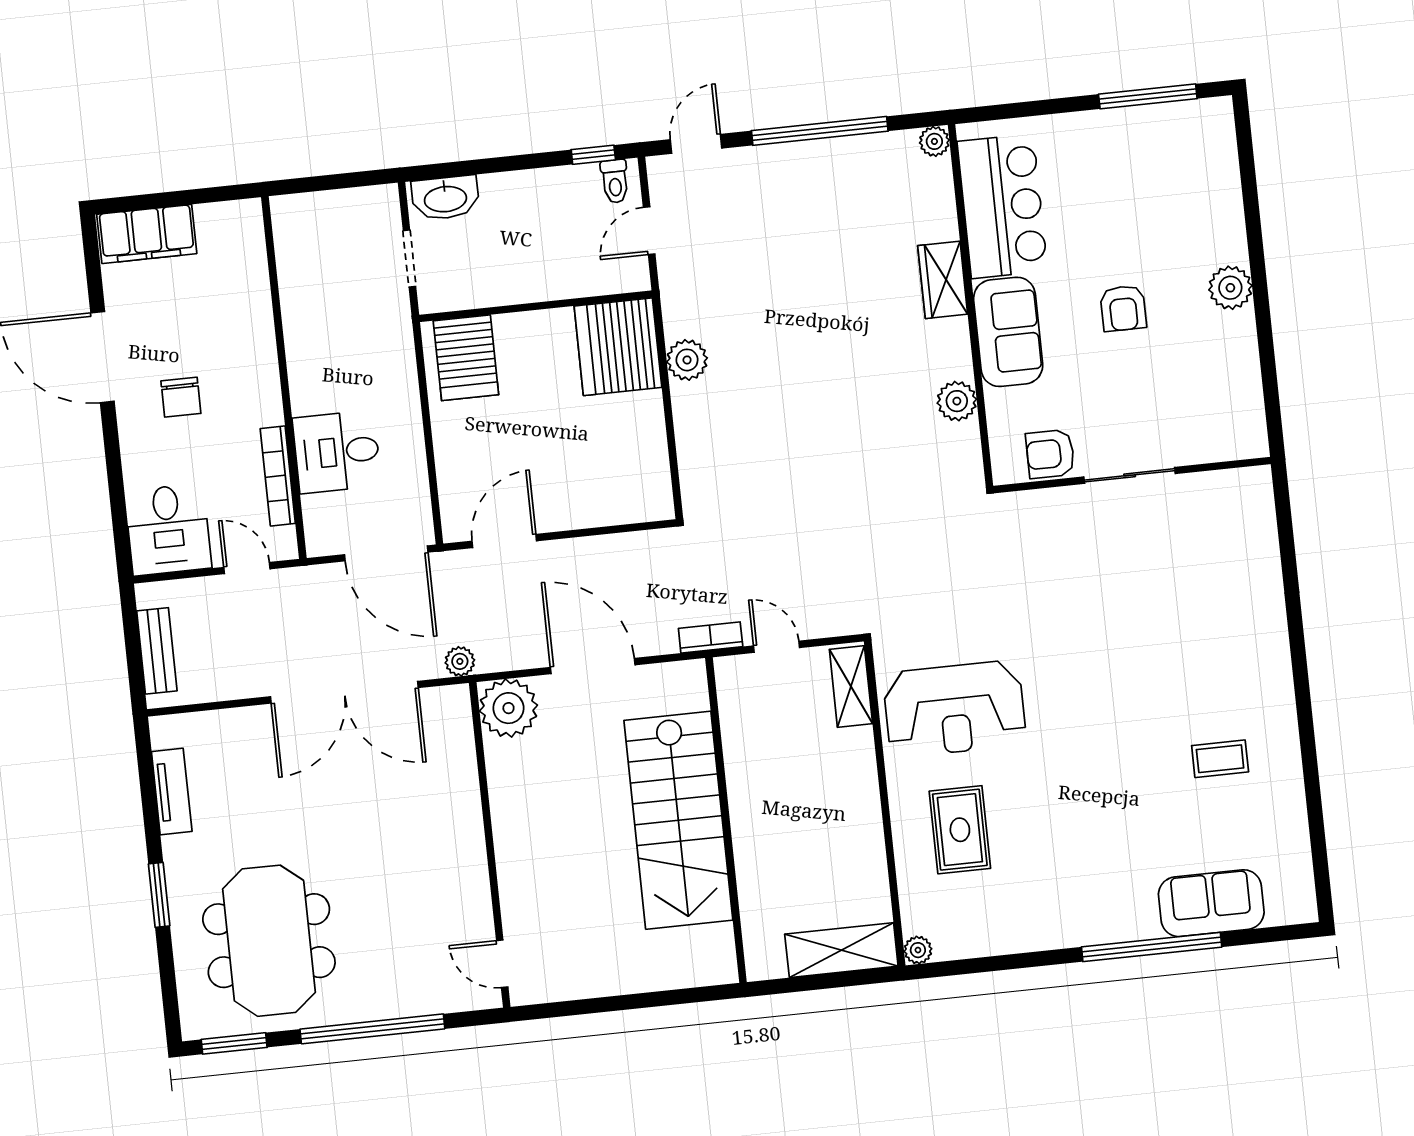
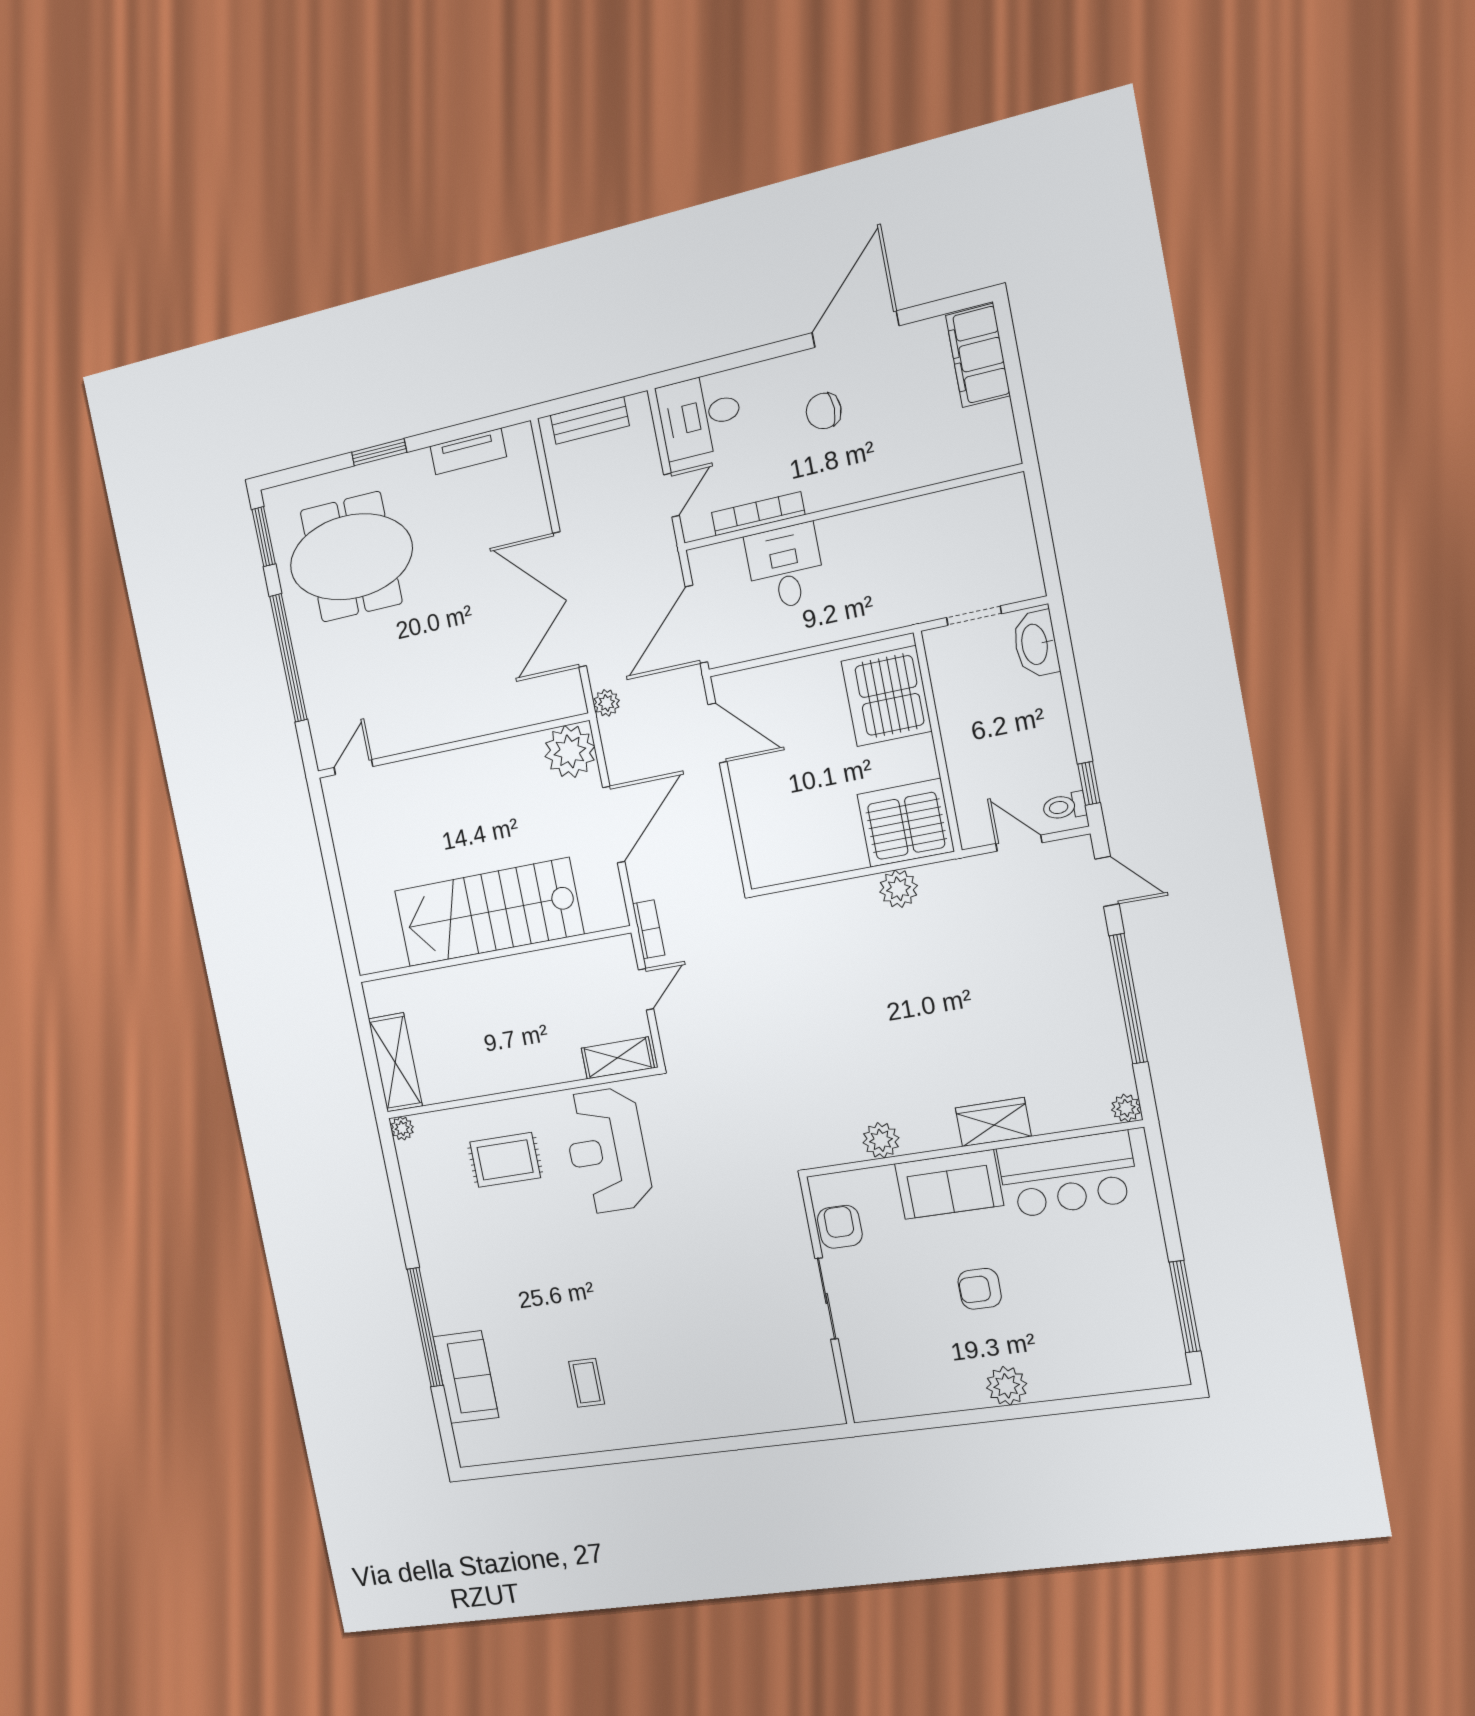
server rack: (466, 358) -> (887, 696), width x1.60

